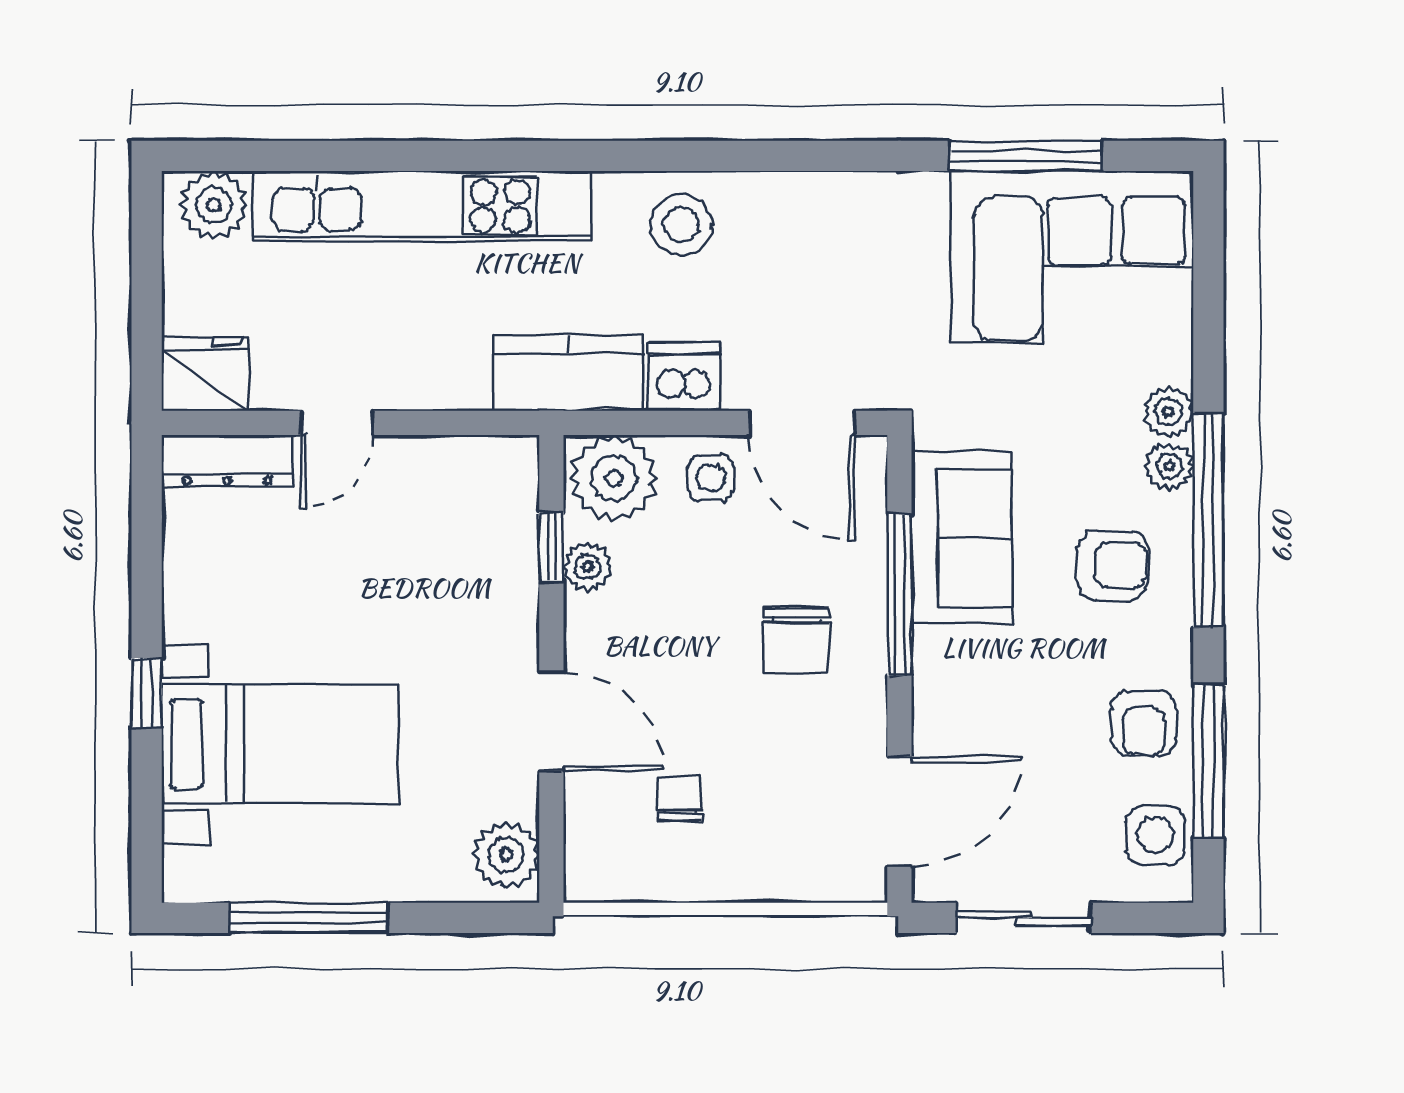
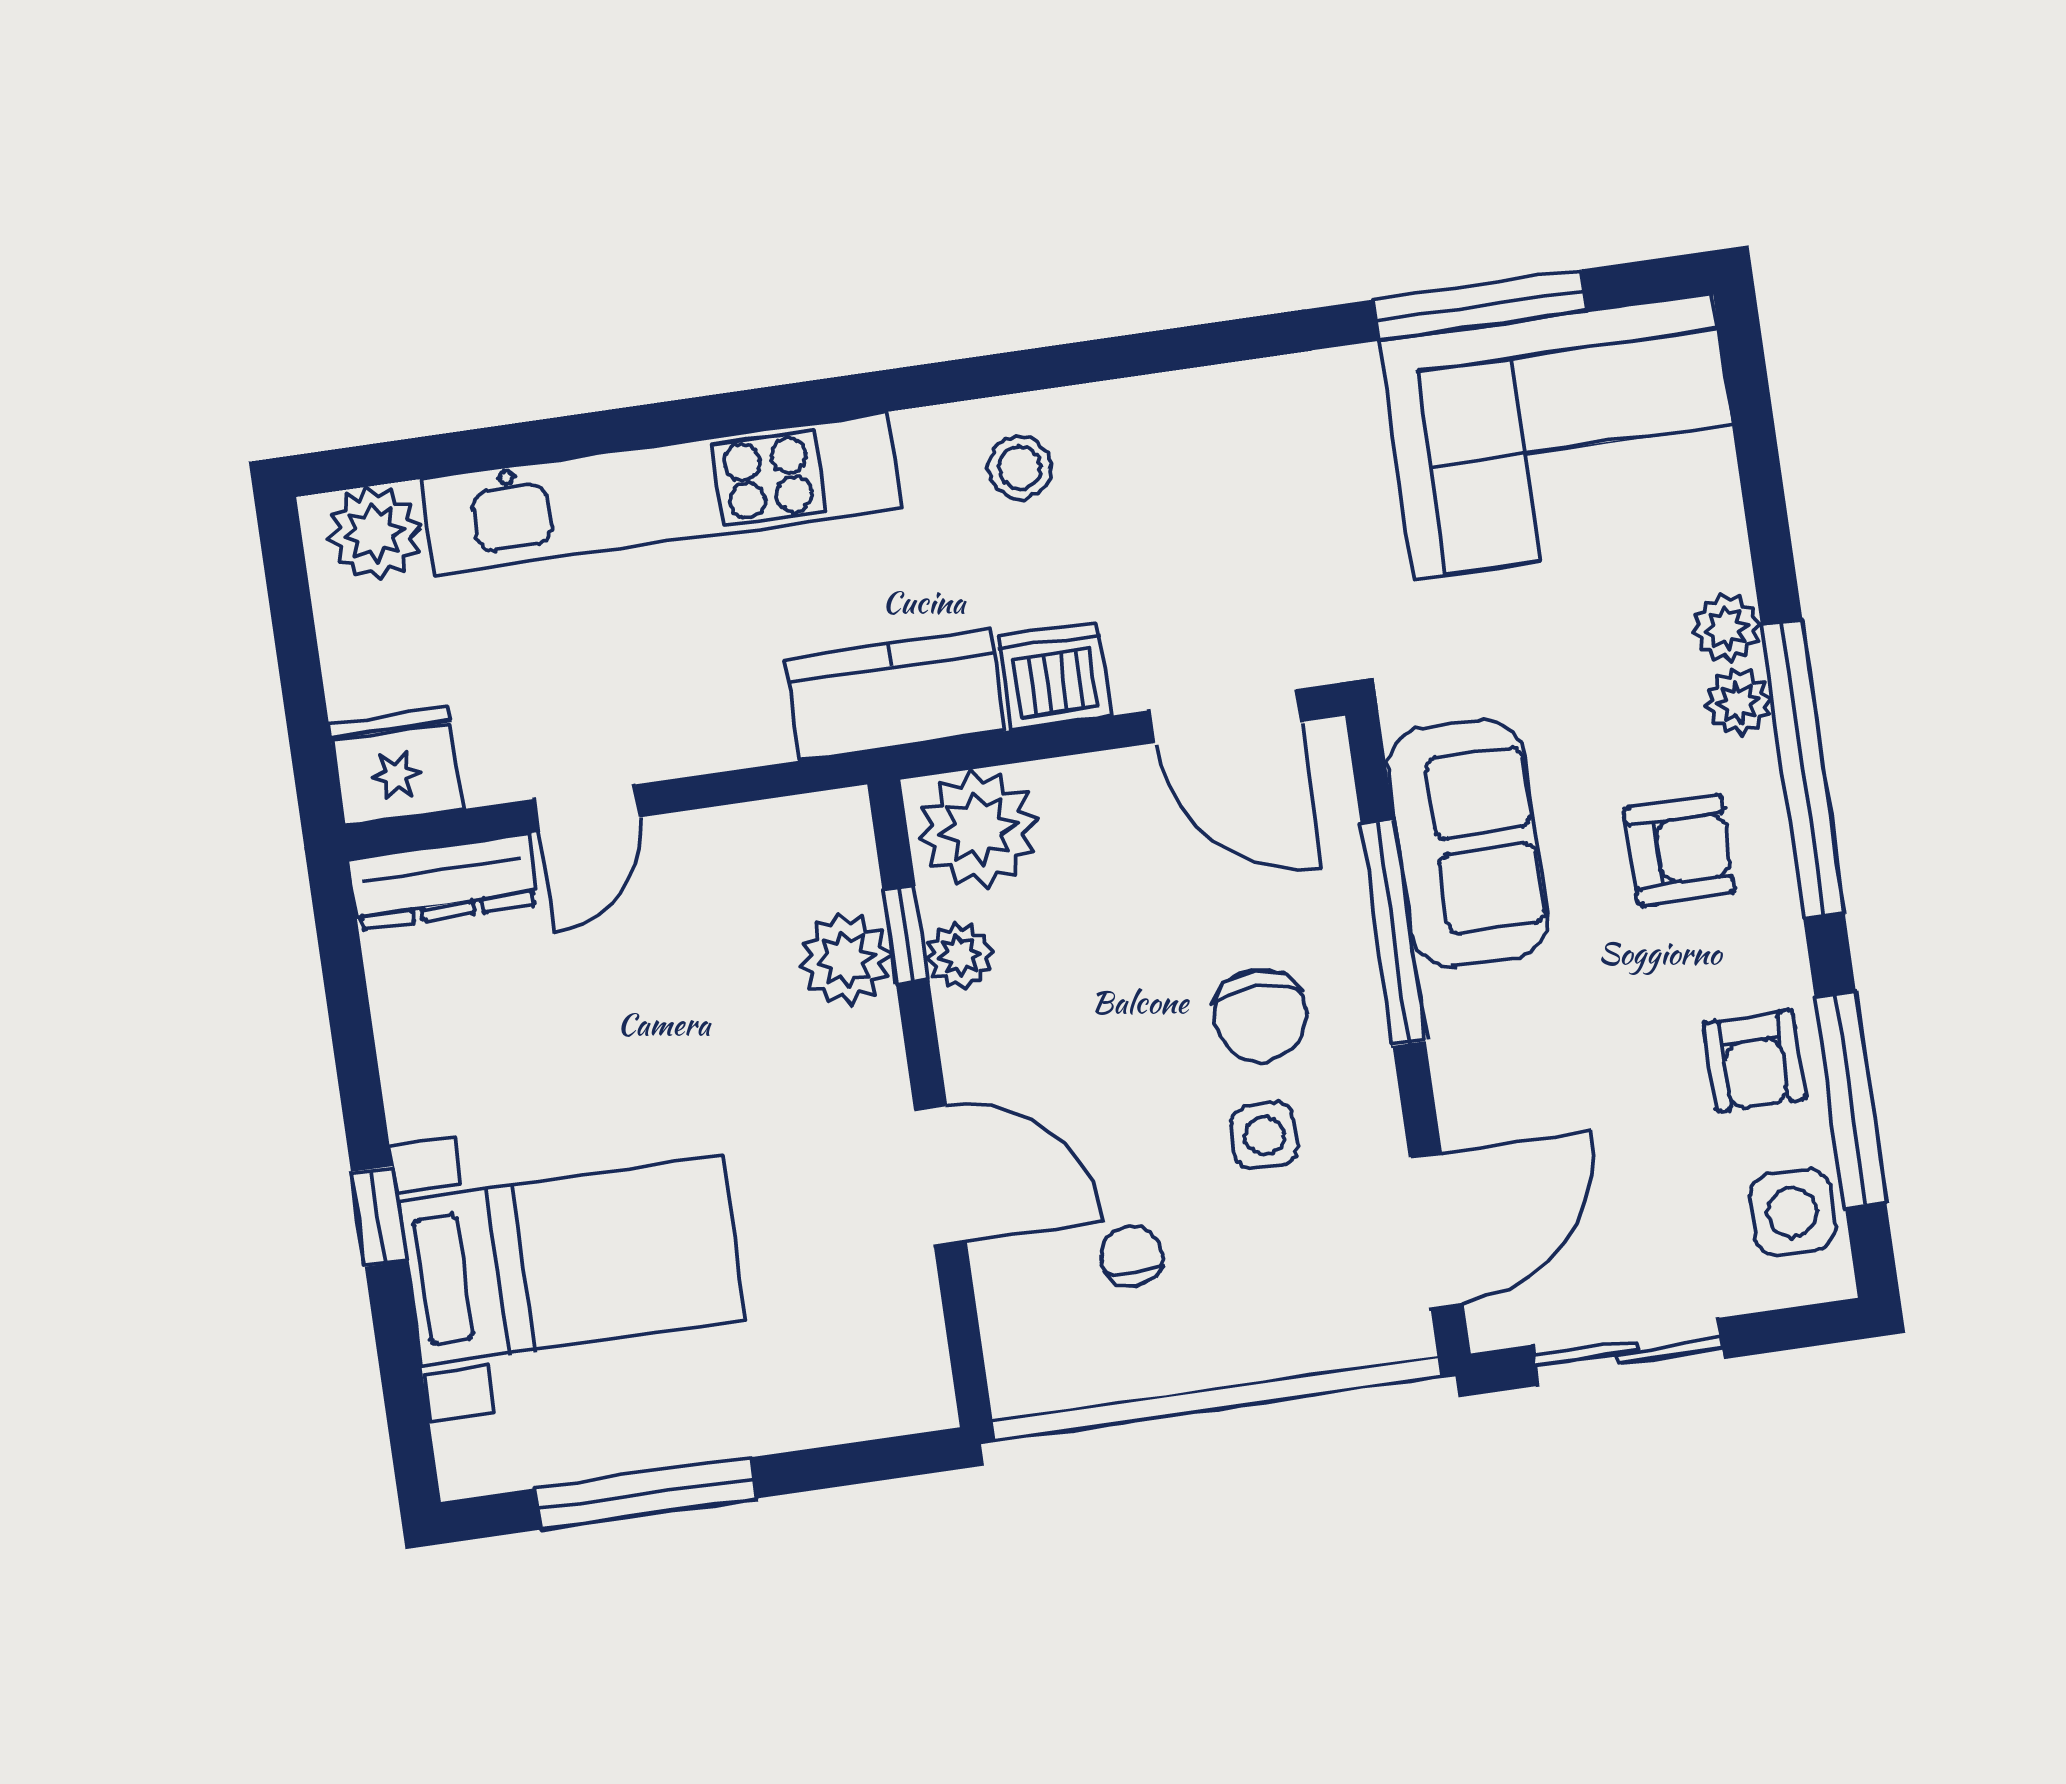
stool: (681, 224) -> (1020, 467), width x0.73, depth x0.73
side table: (711, 478) -> (1264, 1136), moved
plant: (506, 855) -> (846, 959), moved

